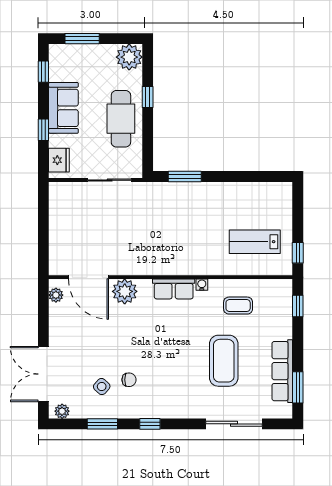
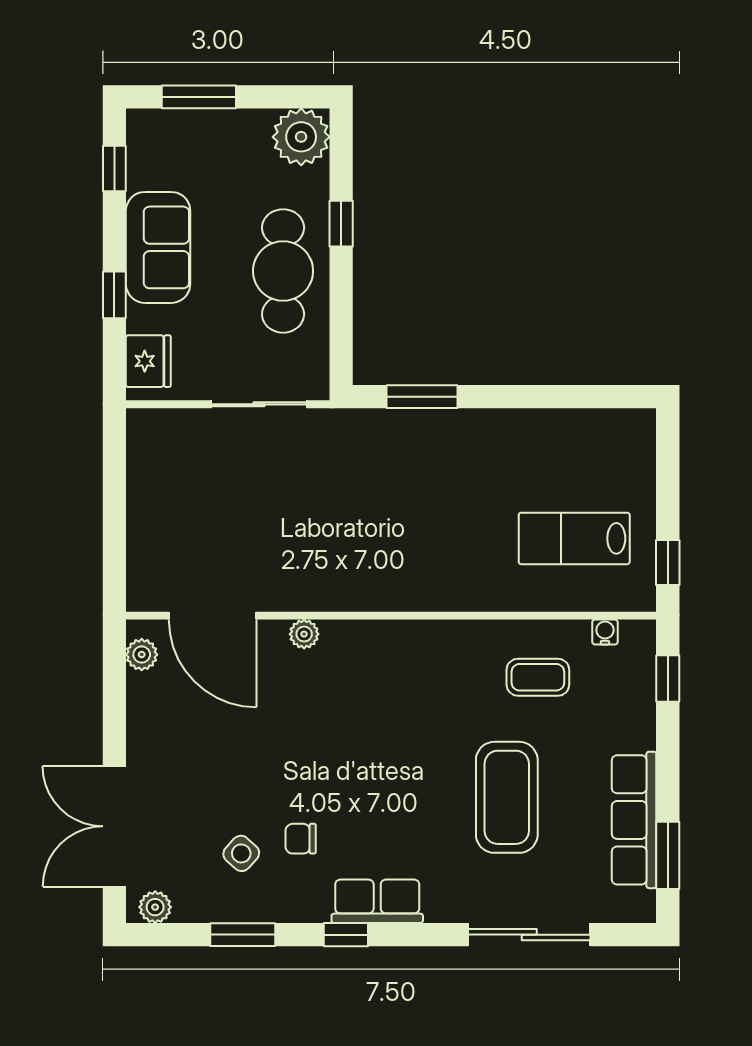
water cooler: (202, 285) -> (605, 632), moved
row of seats: (174, 289) -> (377, 901), moved, turned 180
plant: (125, 291) -> (304, 634), width x0.53, depth x0.53
chair: (129, 380) -> (301, 839), turned 180

